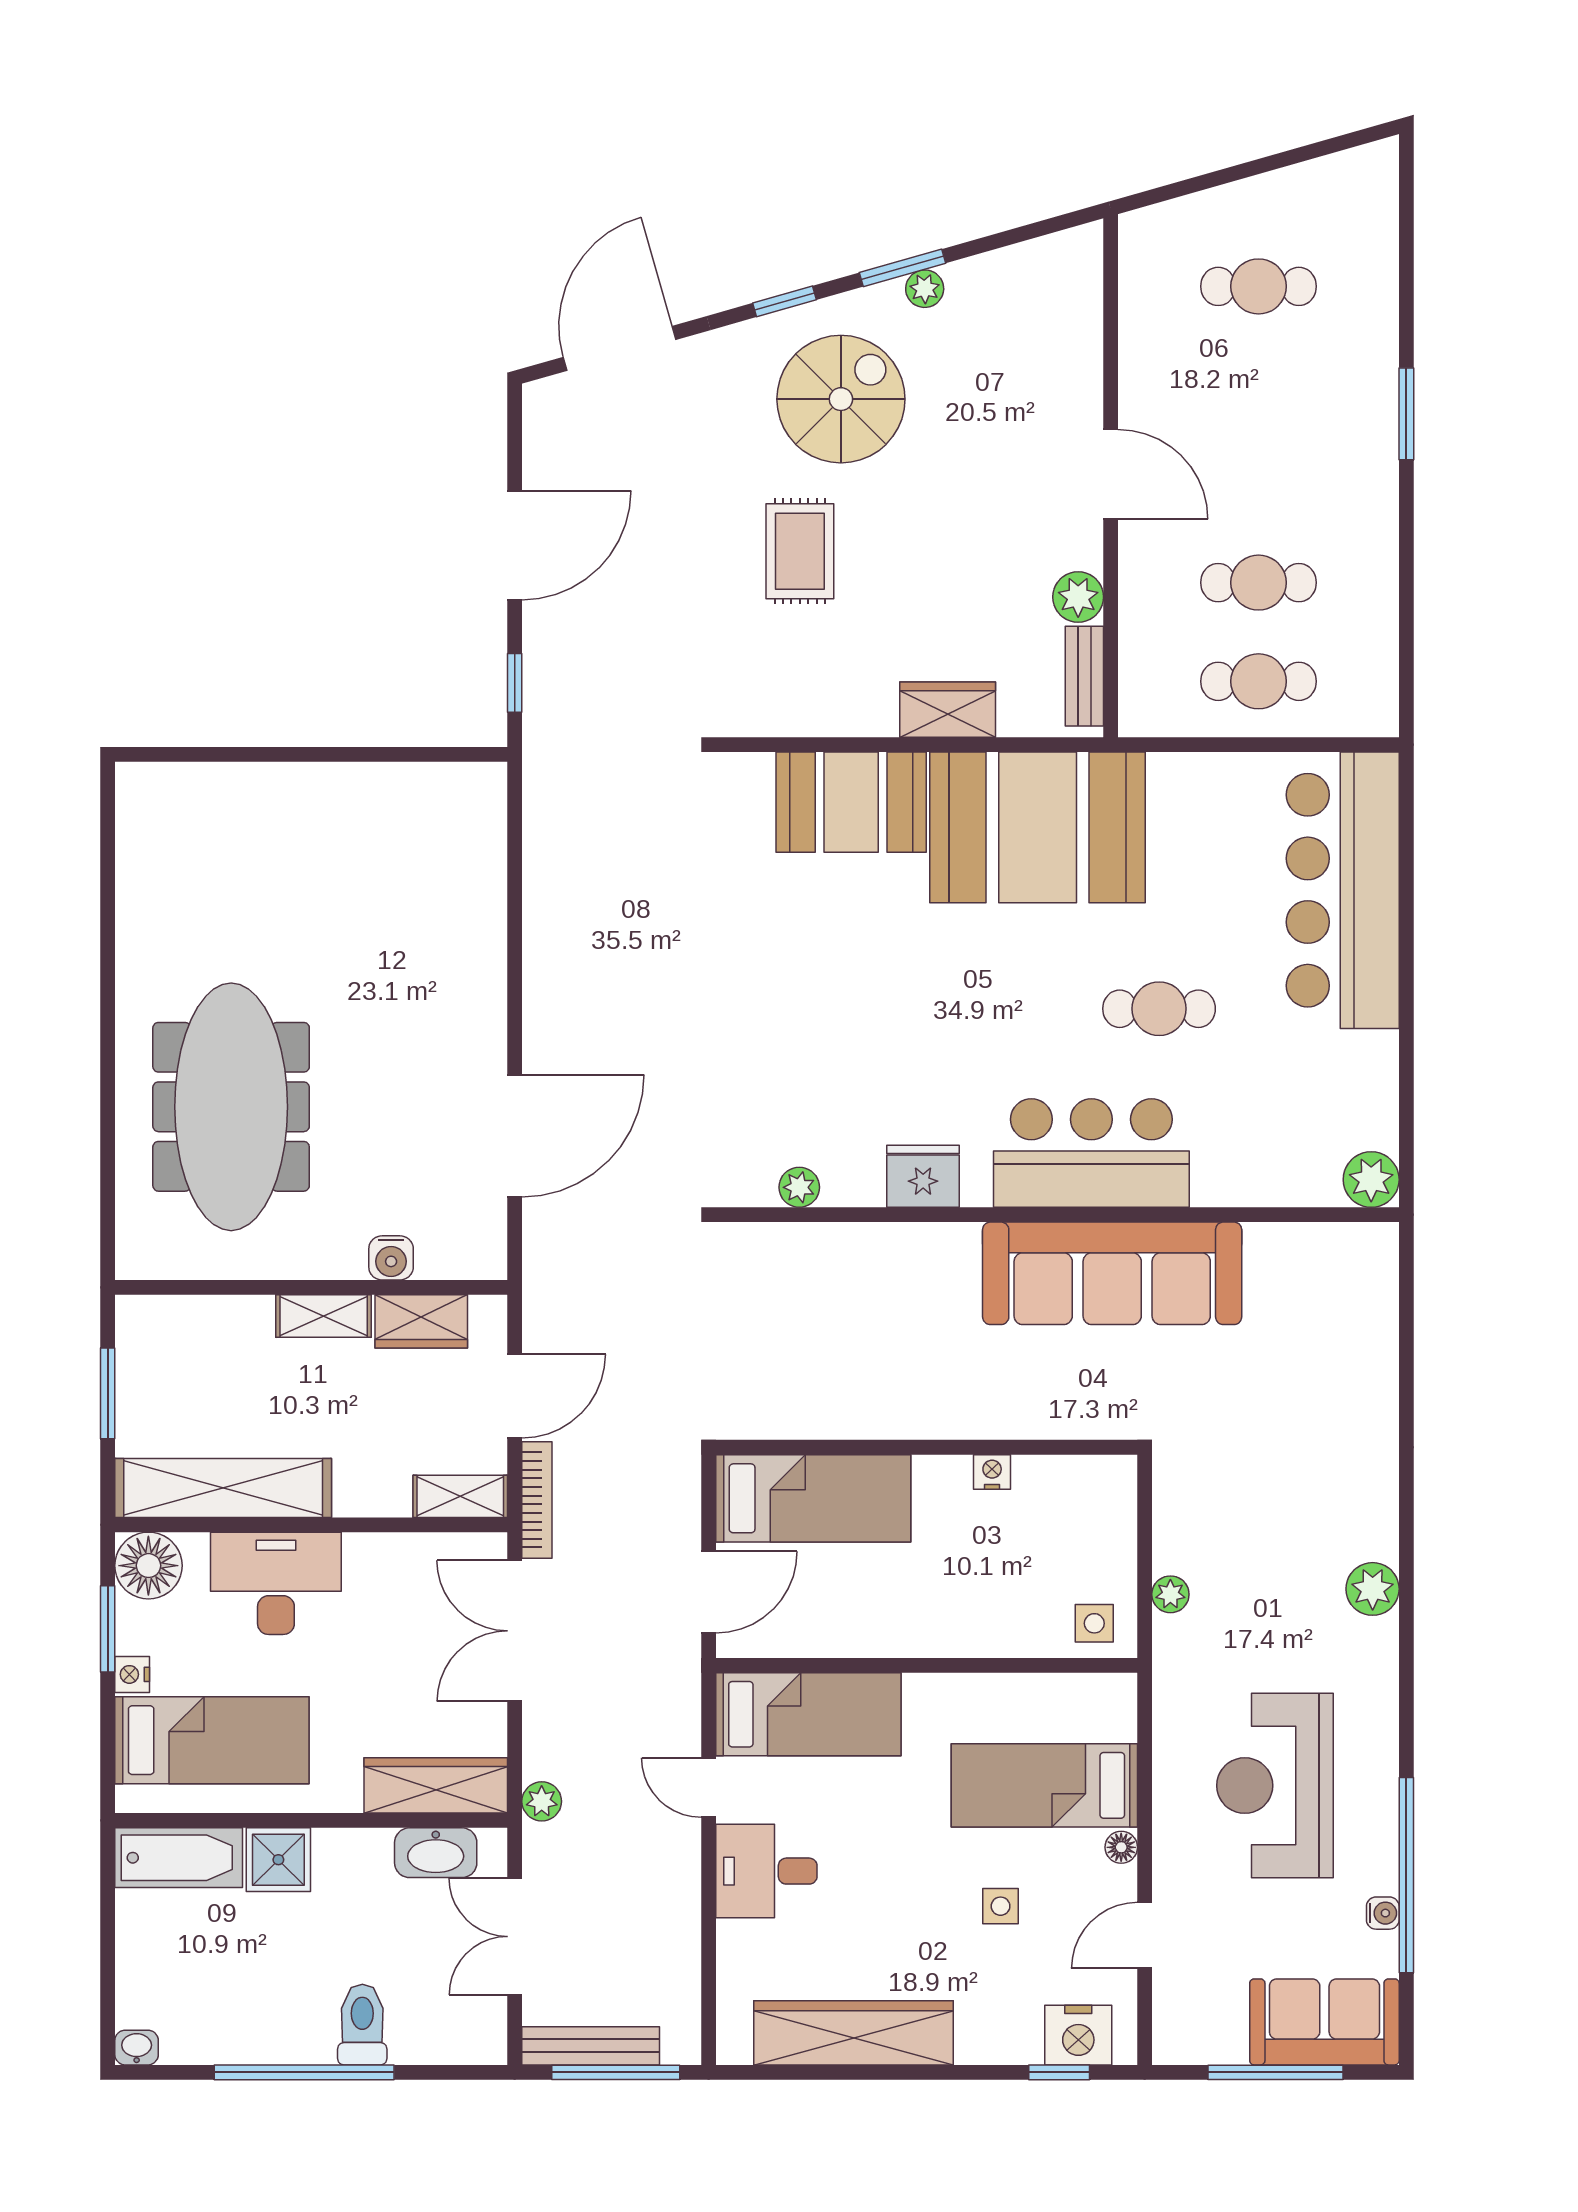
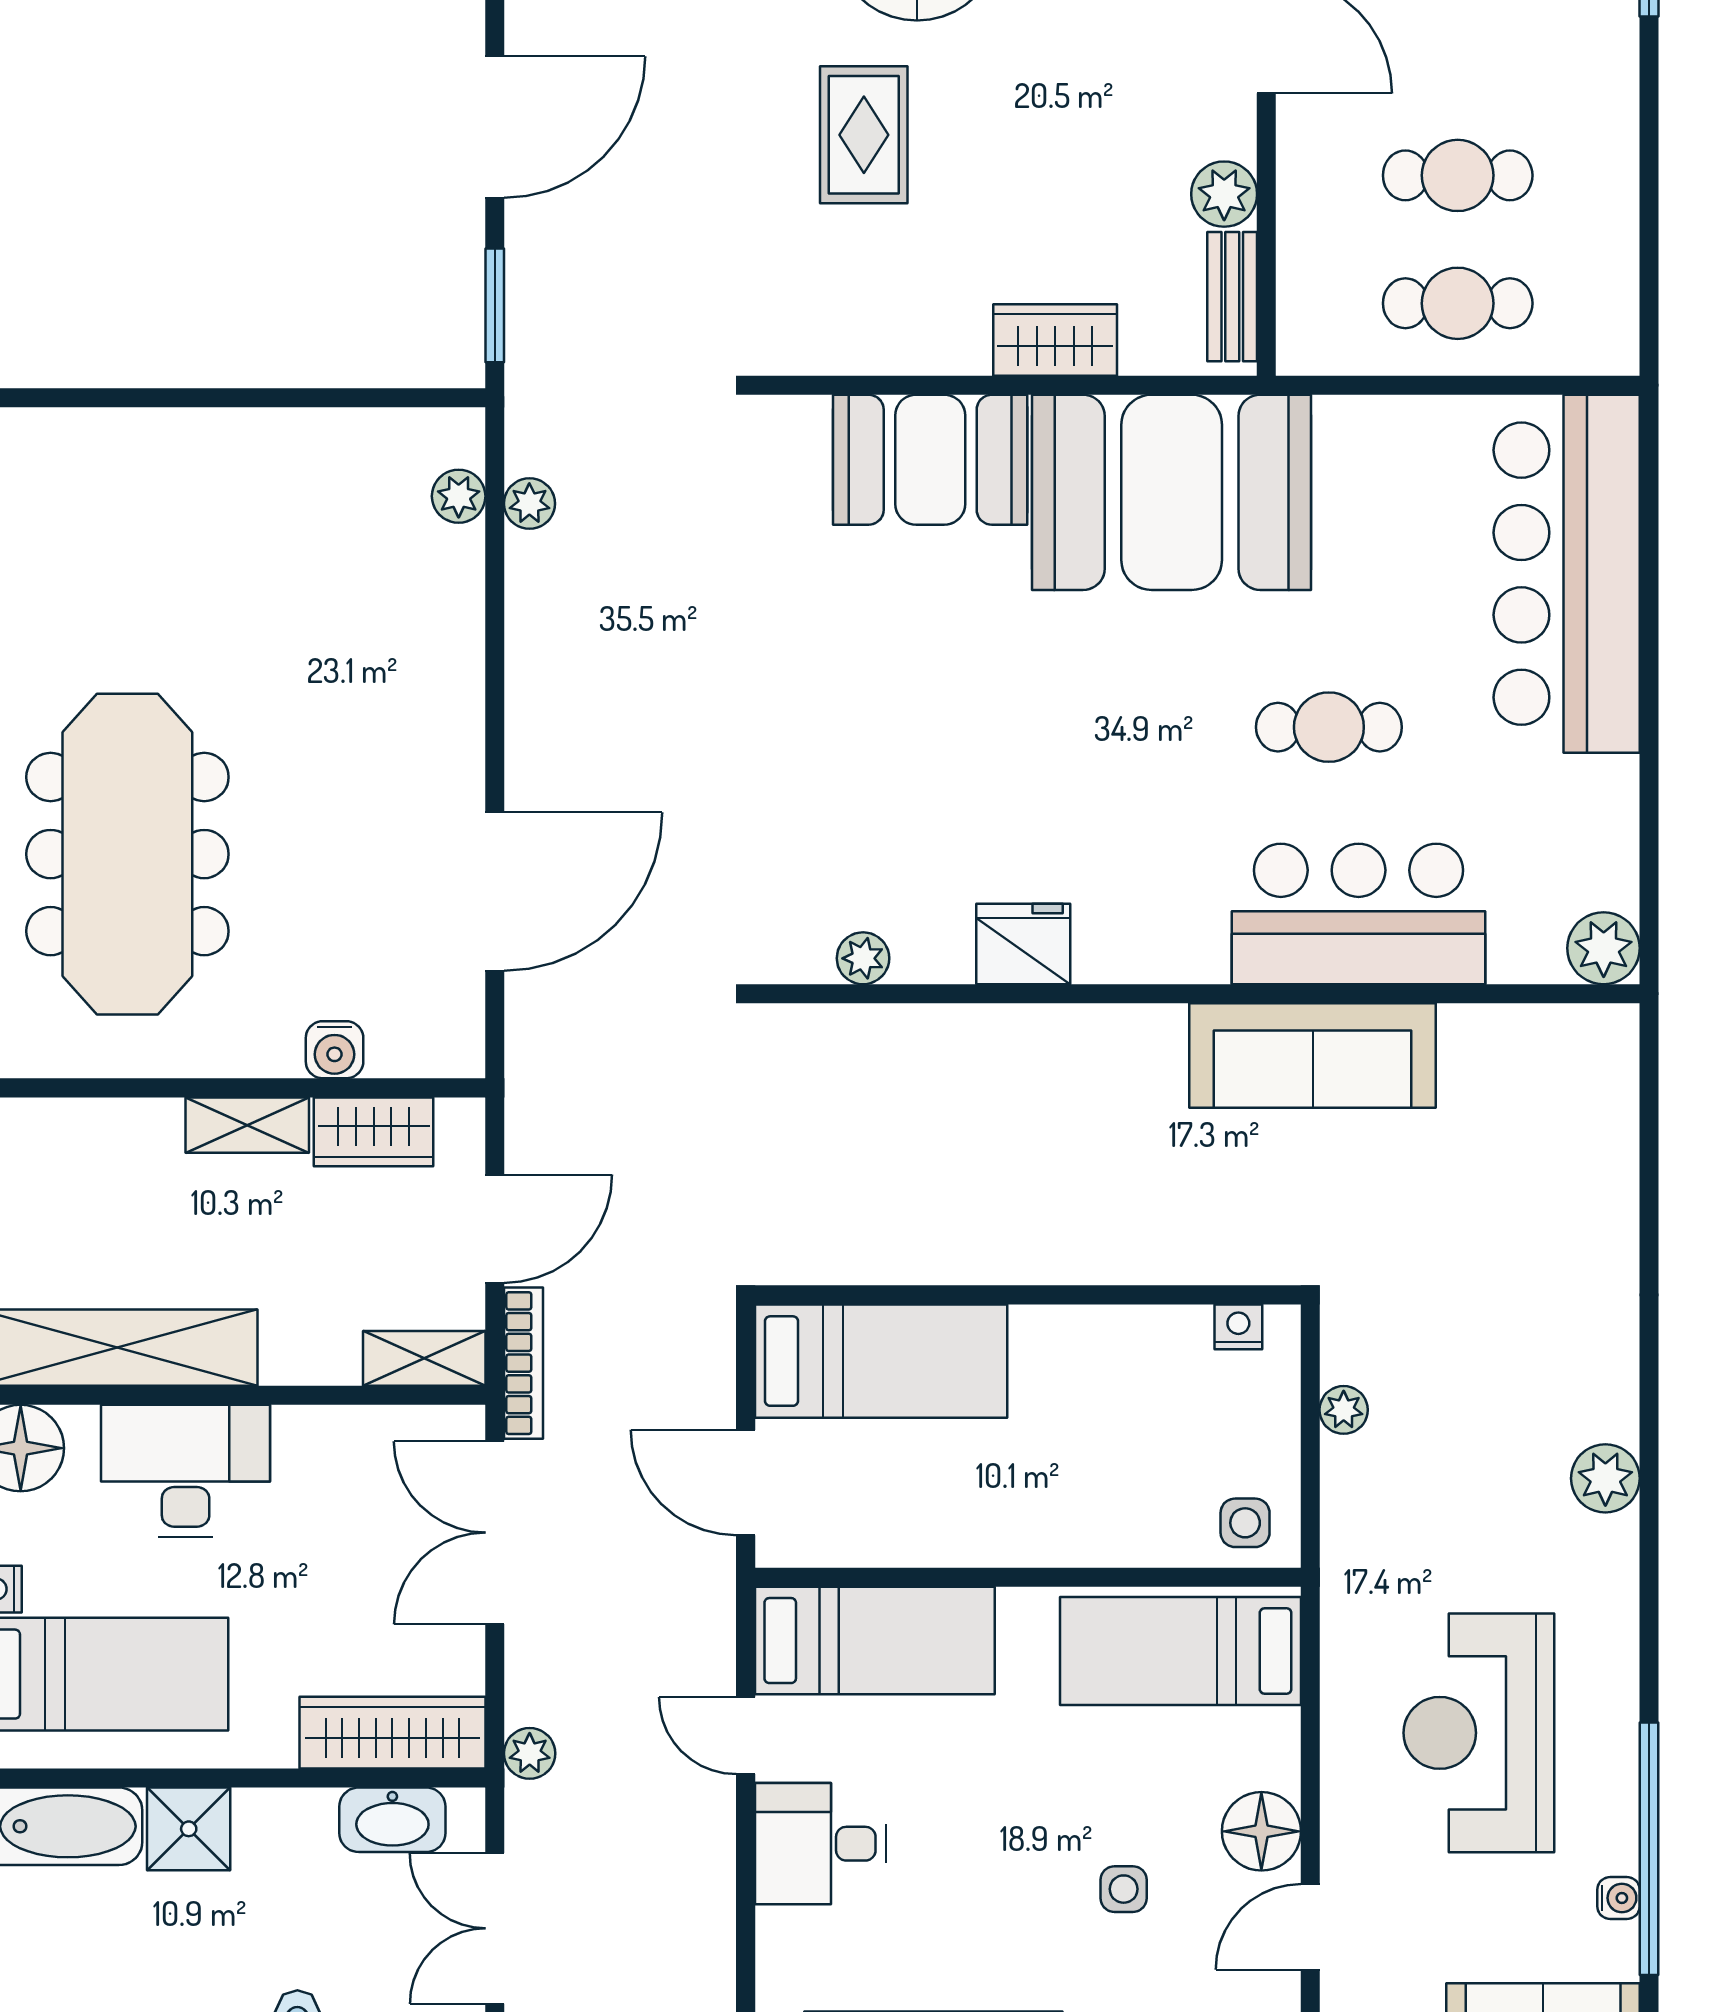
window: (515, 683) -> (495, 305), width x1.50
plant: (487, 830) -> (459, 496), added
plant: (542, 836) -> (529, 504), added
bar counter: (1091, 1153) -> (1359, 914), moved
sofa: (1112, 1273) -> (1313, 1056), width x0.74, depth x0.79
nightstand: (992, 1472) -> (1238, 1327), moved
door: (709, 1592) -> (746, 1483), swing flipped
plant: (1170, 1594) -> (1344, 1410), moved
bed: (1044, 1785) -> (1180, 1651), moved
floor lamp: (1121, 1847) -> (1261, 1831), width x1.89, depth x1.89

